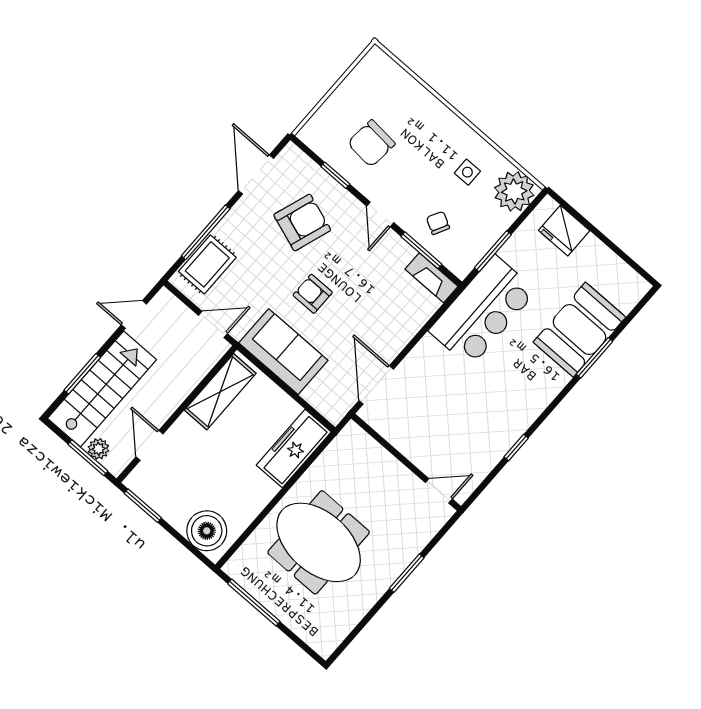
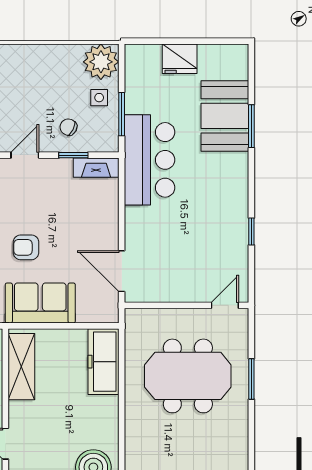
side table: (467, 172) -> (99, 98), moved
door: (380, 214) -> (25, 155), swing flipped
fridge: (564, 231) -> (180, 59), moved
window: (421, 250) -> (73, 155), width x0.67
meeting table: (319, 542) -> (188, 376), moved

